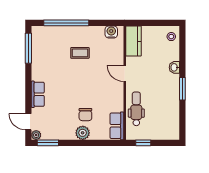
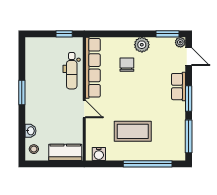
kitchen counter: (134, 41) -> (65, 152), moved, turned 90
coffee table: (80, 53) -> (133, 131), width x1.86, depth x1.72
washbasin: (174, 67) -> (30, 131), moved
window: (28, 83) -> (189, 98), added
row of seats: (117, 126) -> (93, 68), width x2.02
plant: (83, 133) -> (142, 45), moved

